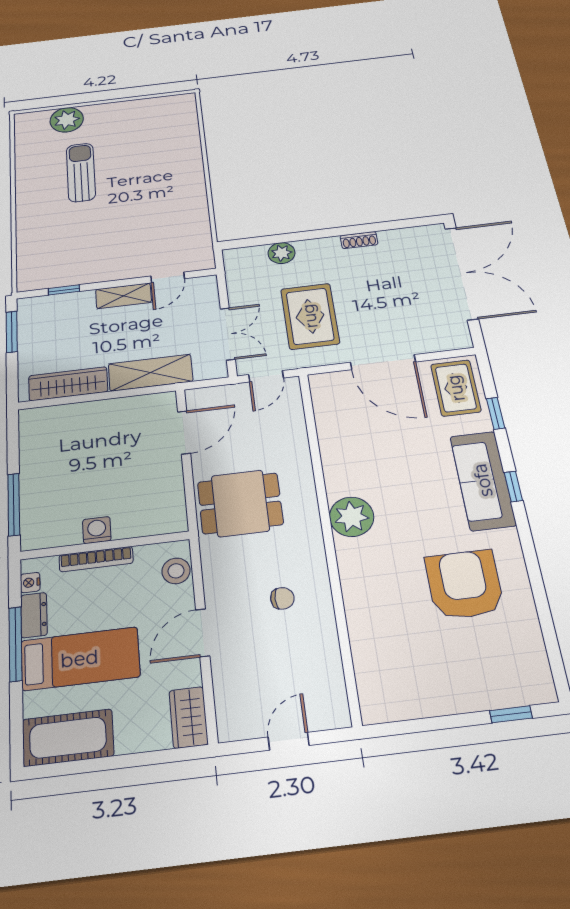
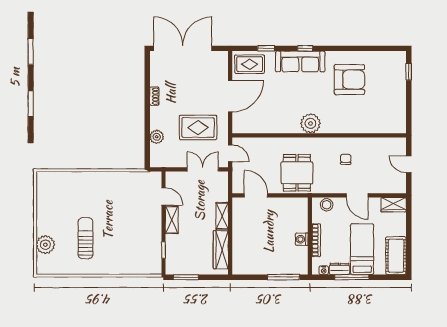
sun lounger: (81, 172) -> (85, 238), turned 90
shelving: (150, 373) -> (222, 216), width x0.67, depth x0.75
armchair: (464, 584) -> (349, 80), turned 180

